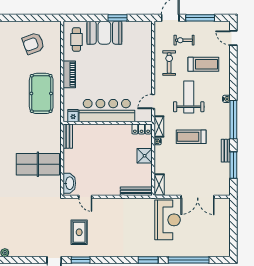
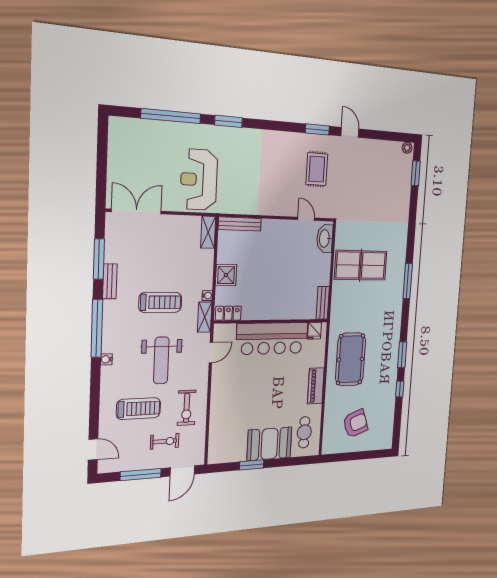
treadmill: (203, 64) -> (139, 409), turned 180
double door: (198, 197) -> (136, 211), moved

